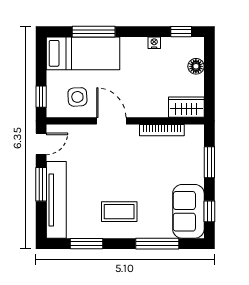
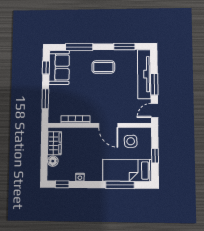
window: (41, 97) -> (155, 156), moved
wardrobe: (186, 107) -> (54, 143), moved, turned -90

